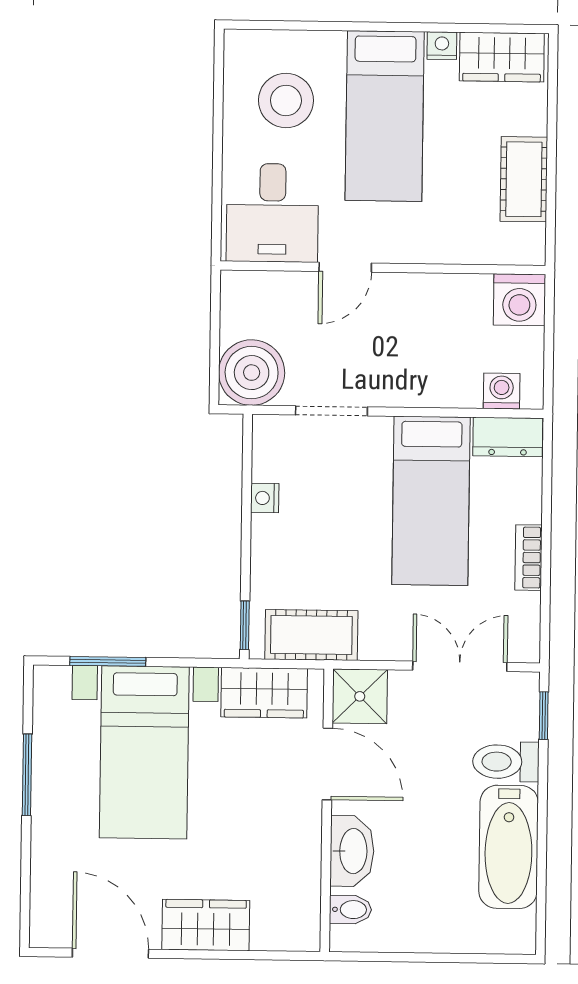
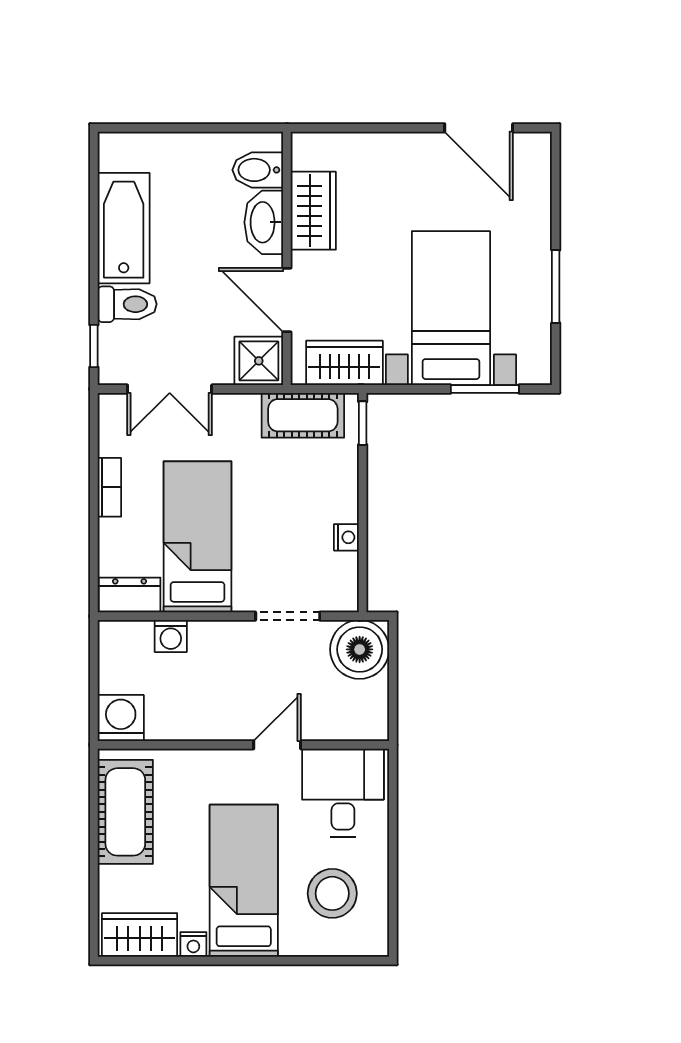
cot: (524, 179) -> (125, 812), width x1.37, depth x1.34
washing machine: (502, 391) -> (171, 636), moved
bidet: (350, 910) -> (258, 170), width x1.38, depth x1.36
wardrobe: (206, 925) -> (313, 211), moved, turned -90

